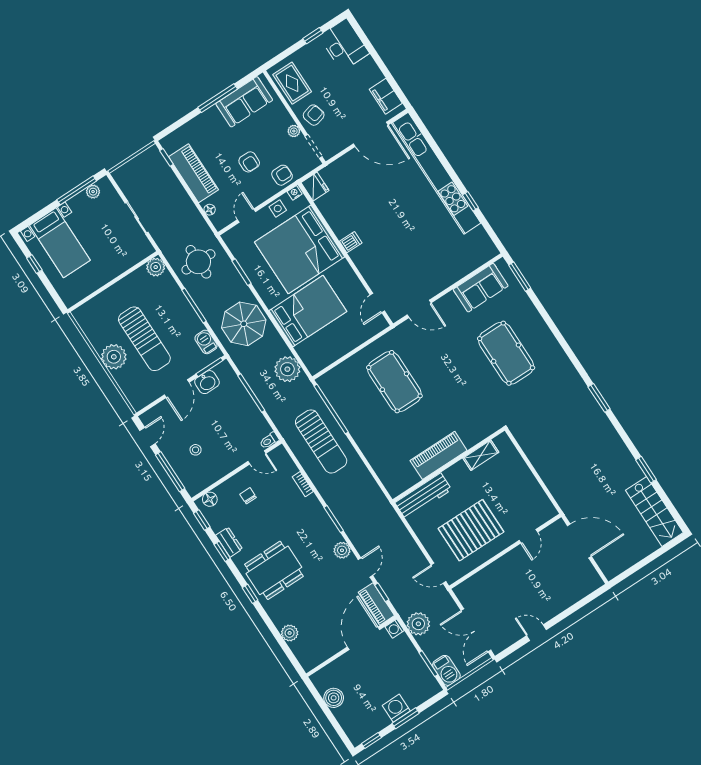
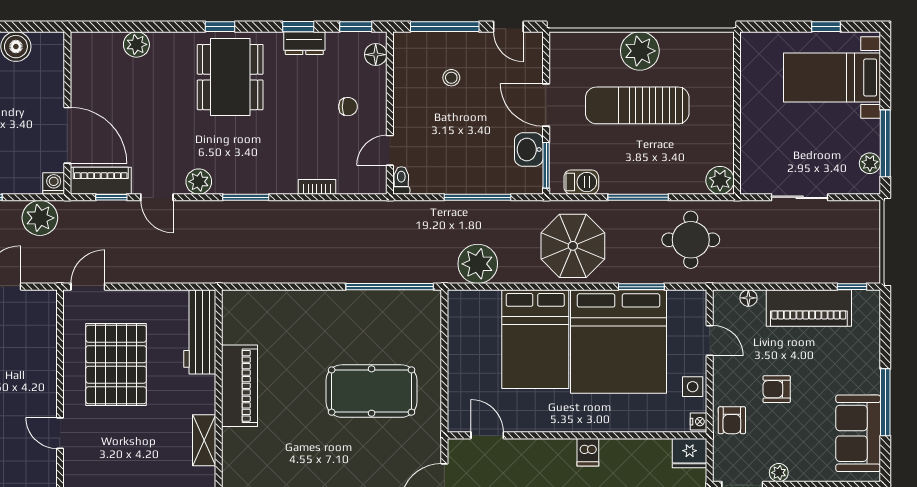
bed: (300, 249) -> (619, 341), moved, turned 180
sun lounger: (321, 441) -> (356, 246), removed

